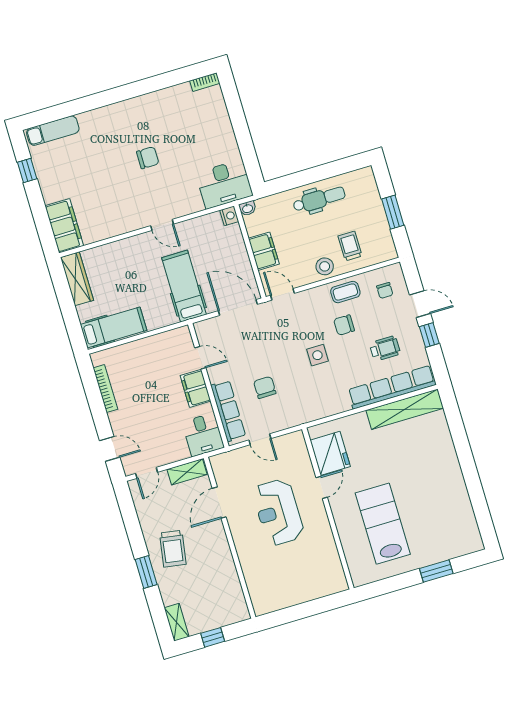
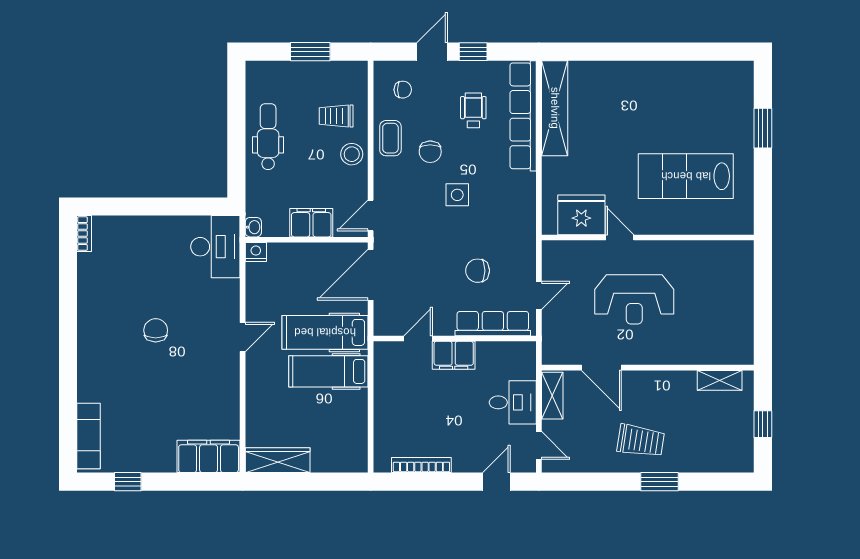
hospital bed: (114, 327) -> (328, 371), moved, turned -90
desk: (203, 435) -> (513, 402), moved
shelving: (177, 622) -> (720, 380), moved

